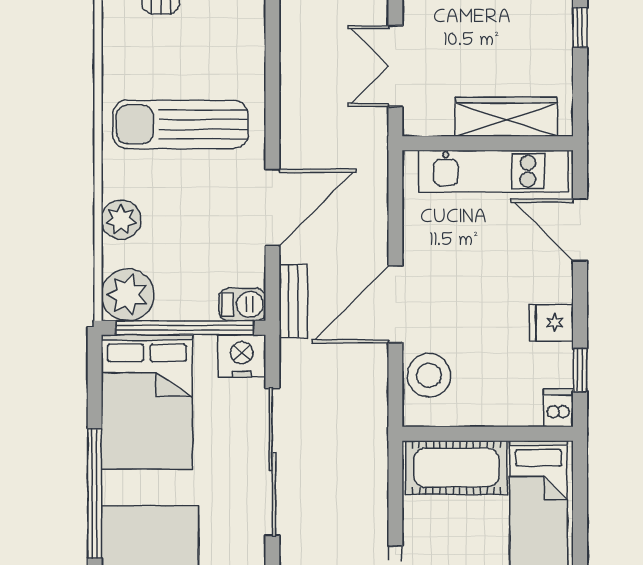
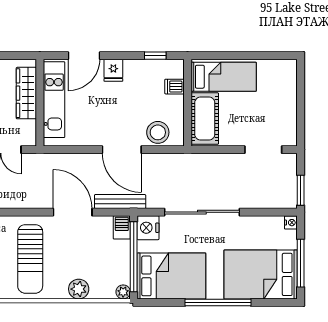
plant: (128, 295) -> (123, 292), width x0.53, depth x0.53
bench: (293, 301) -> (120, 202), width x1.36
fridge: (551, 323) -> (113, 70), moved
dishwasher: (558, 408) -> (174, 87), moved

